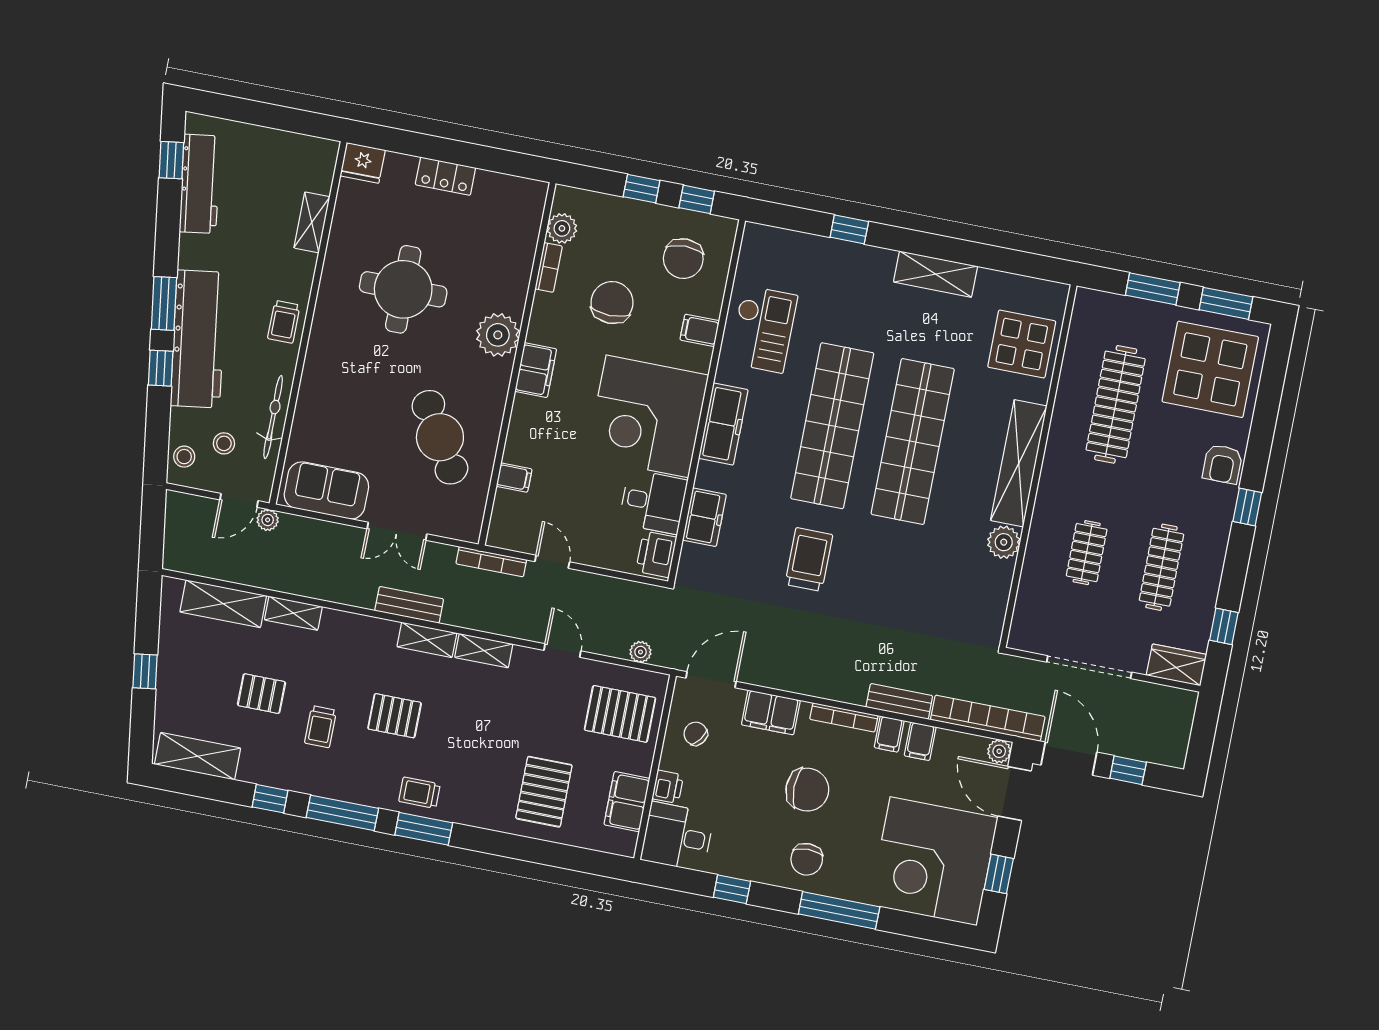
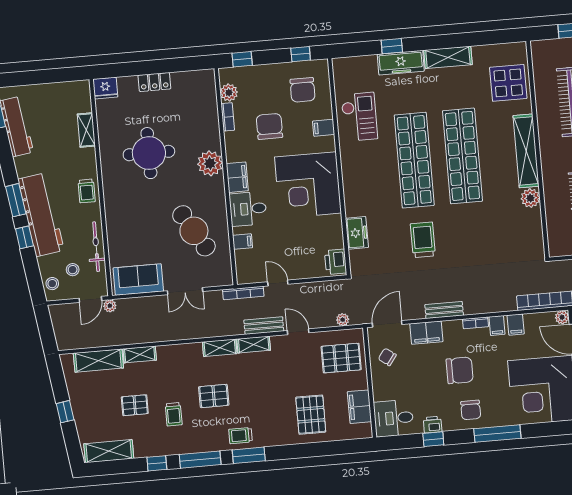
window: (642, 189) -> (242, 59), moved
freezer: (723, 424) -> (401, 63), moved, turned 90
desk: (653, 502) -> (248, 209), moved, turned 180
bench: (409, 605) -> (264, 326), moved
bench: (899, 701) -> (444, 310), moved
bookcase: (844, 717) -> (476, 323), width x0.64
printer: (668, 787) -> (432, 425), moved, turned -90

